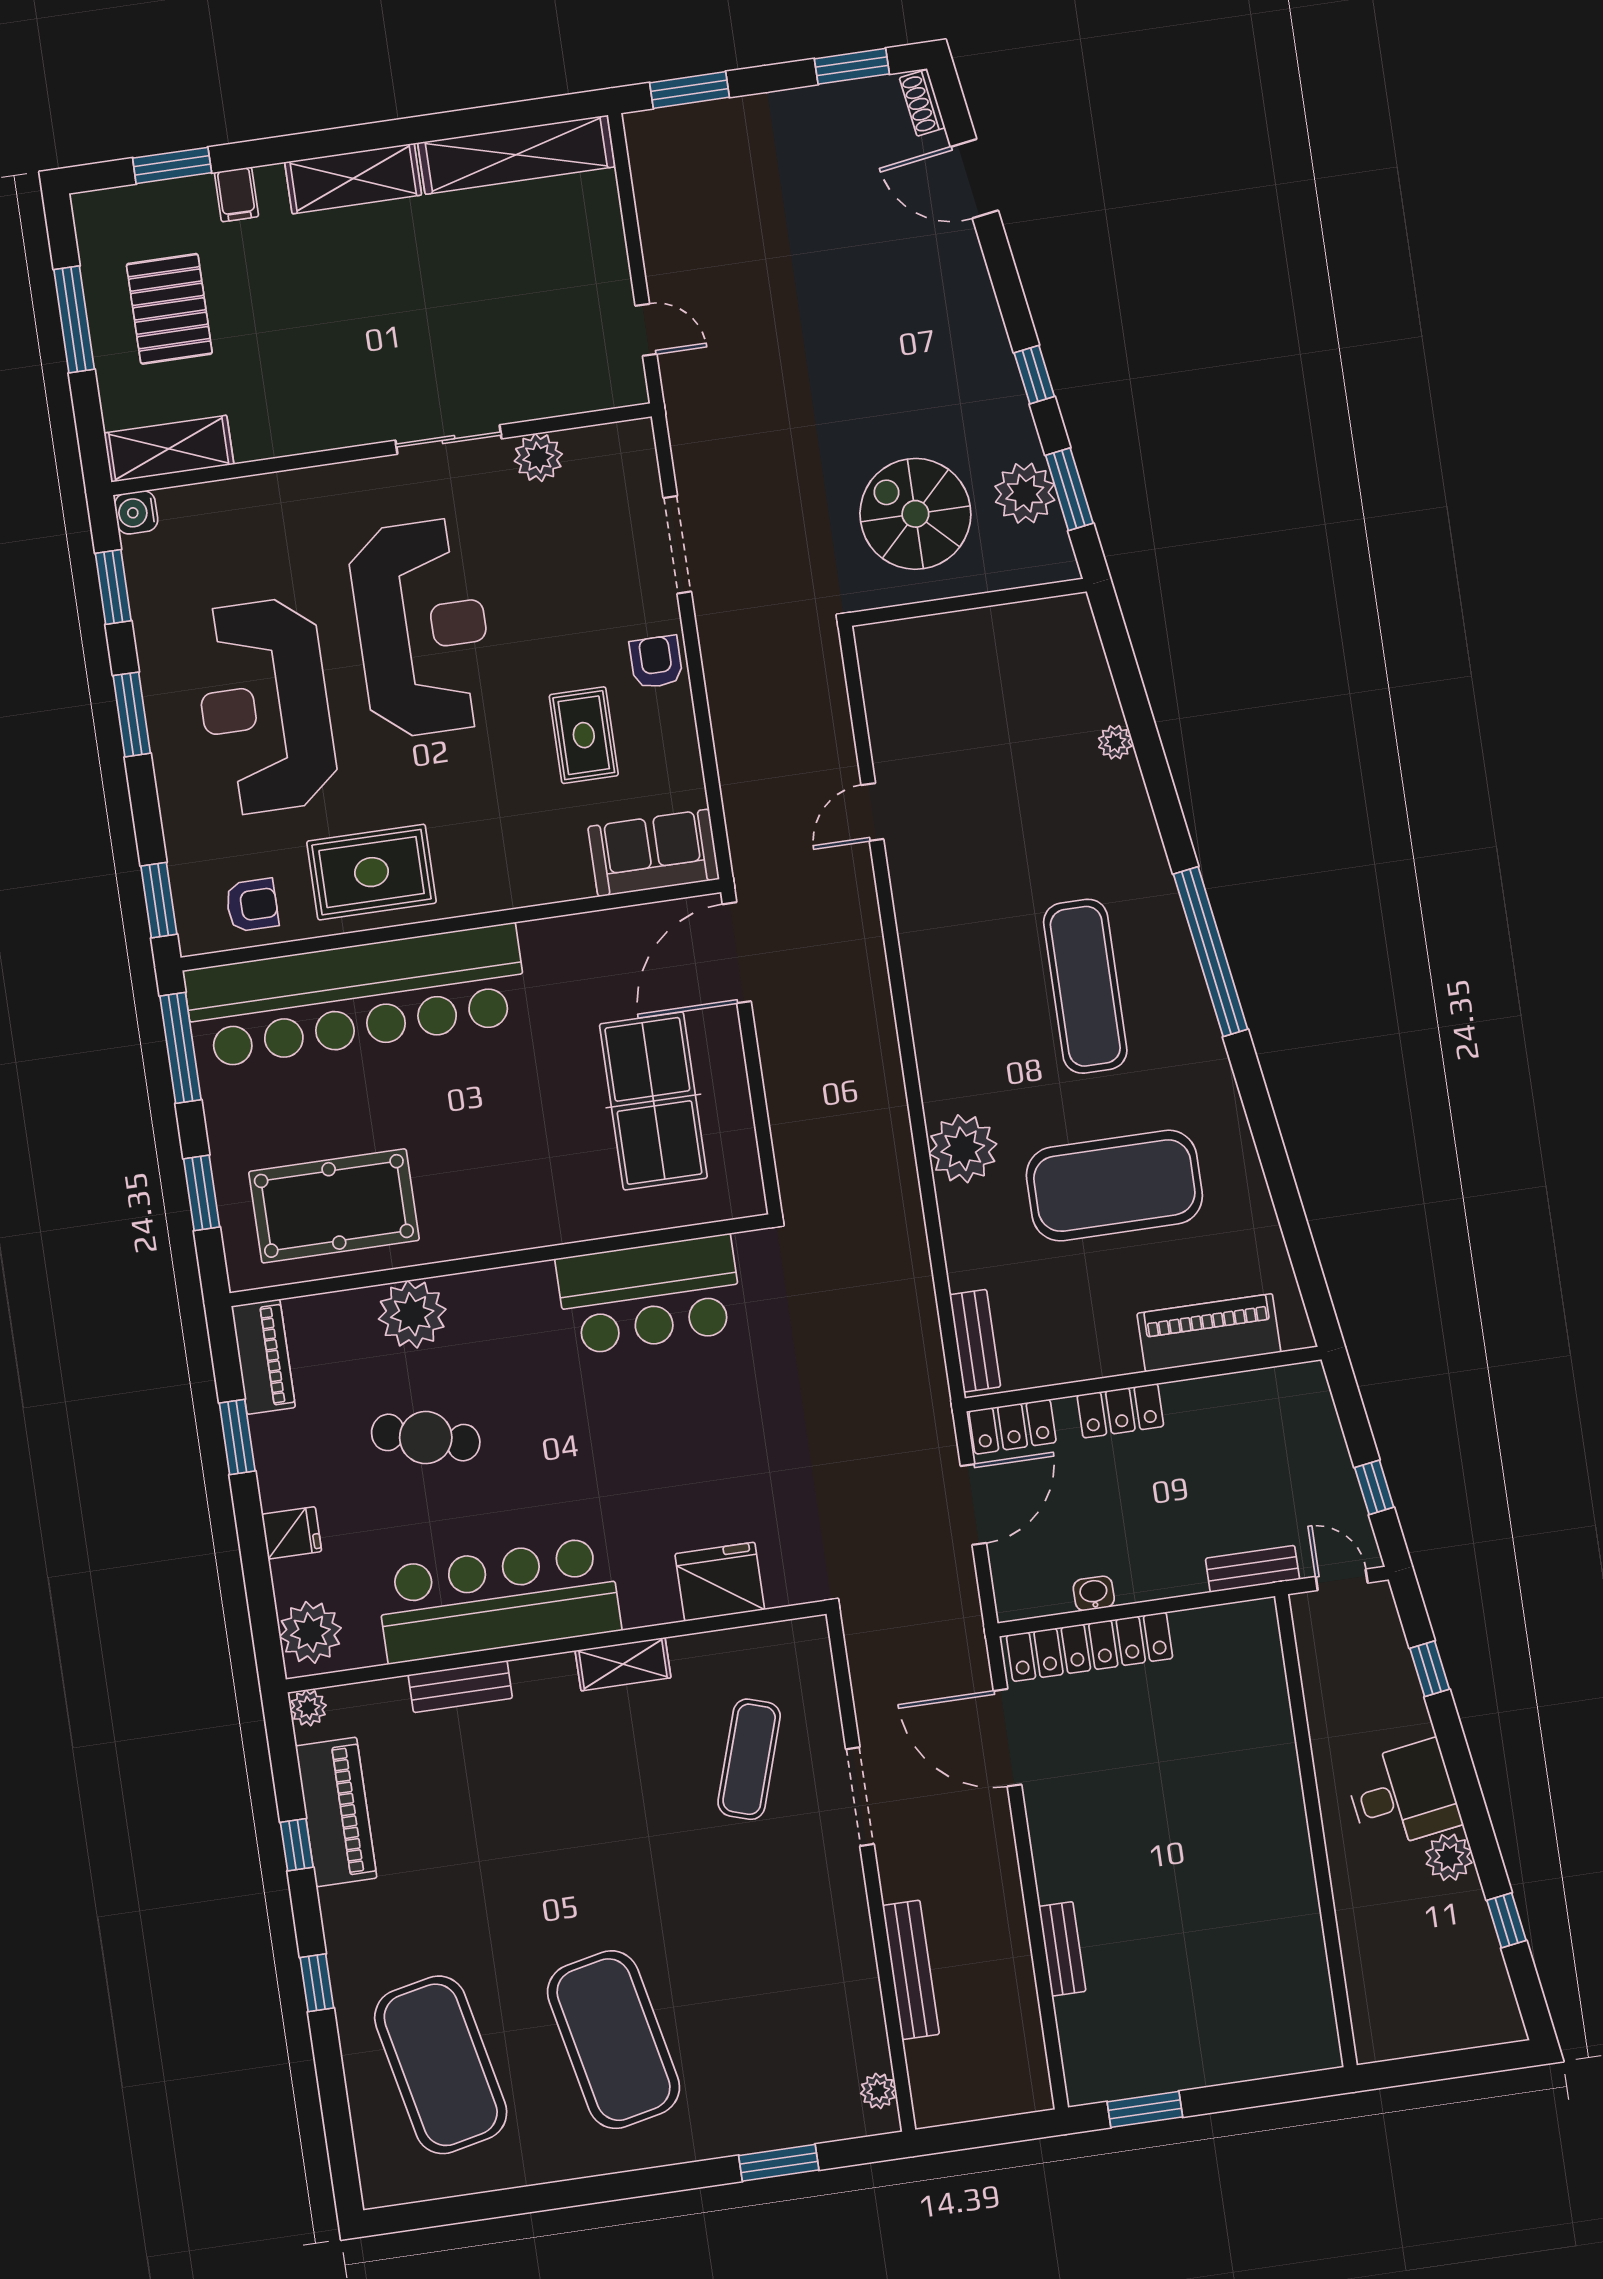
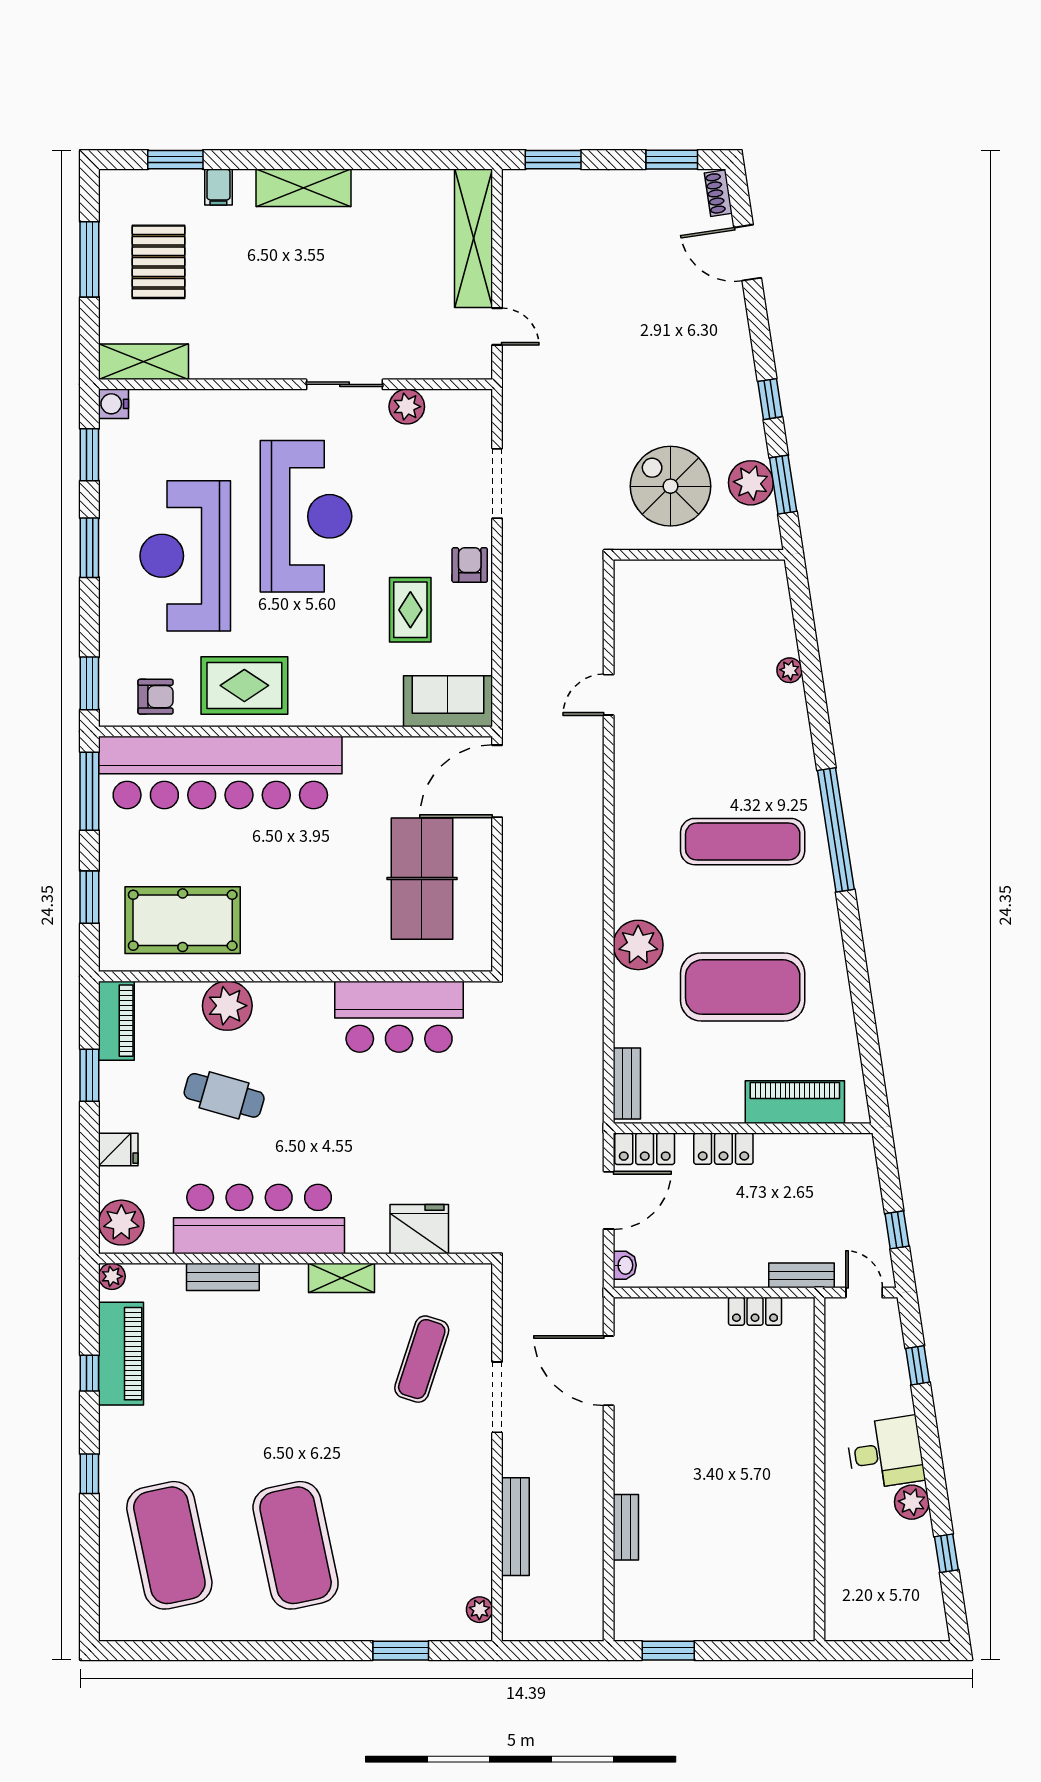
shelving: (516, 155) -> (473, 238), moved, turned 90
exercise mat: (1085, 986) -> (743, 842), turned 90
washbasin: (1094, 1593) -> (625, 1265), moved, turned 90
locker: (1090, 1647) -> (755, 1311), moved, width x0.46, depth x0.83

